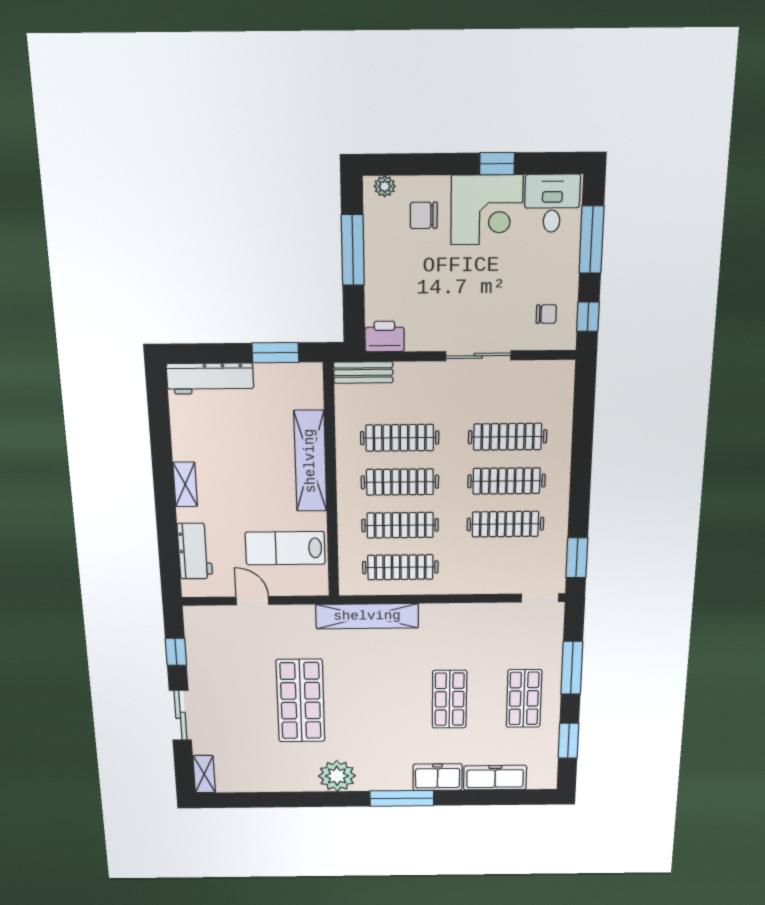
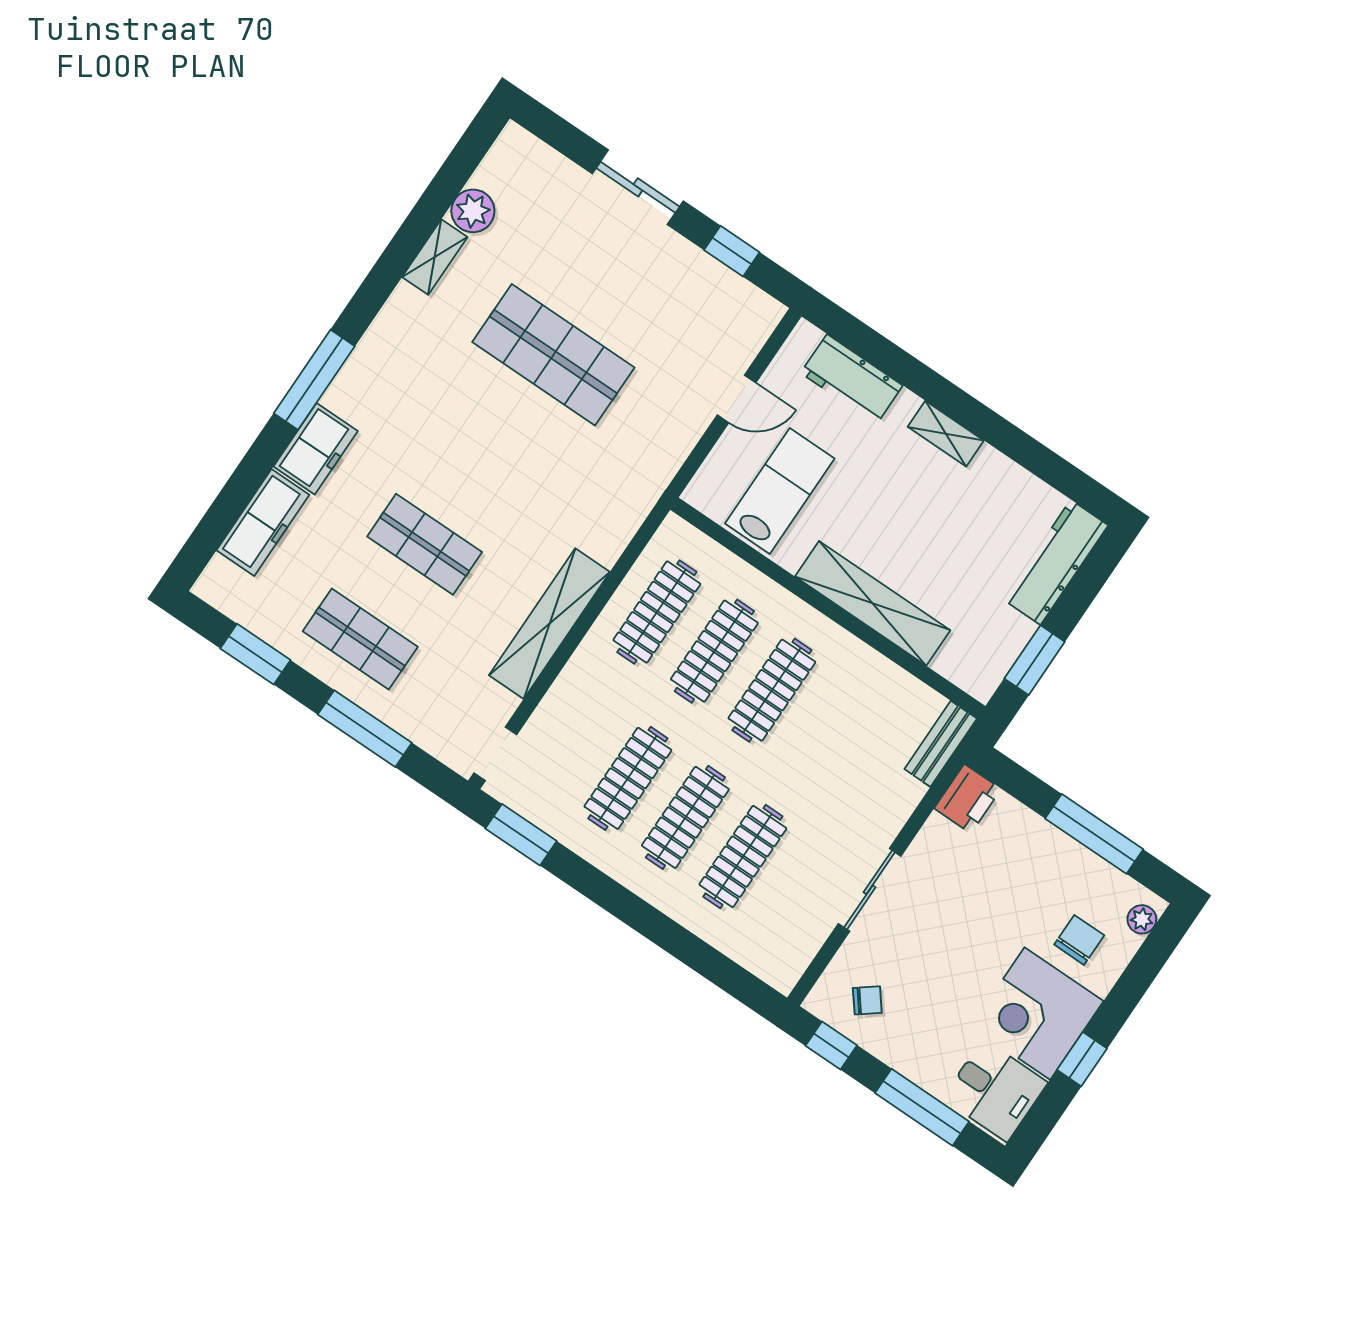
chair: (546, 314) -> (867, 1000), turned -128
clothes rail: (400, 438) -> (829, 729), removed
shelving: (367, 616) -> (549, 624), moved
shelving: (204, 774) -> (435, 257), moved, turned 90
plant: (337, 776) -> (473, 211), moved, width x0.73, depth x0.73

